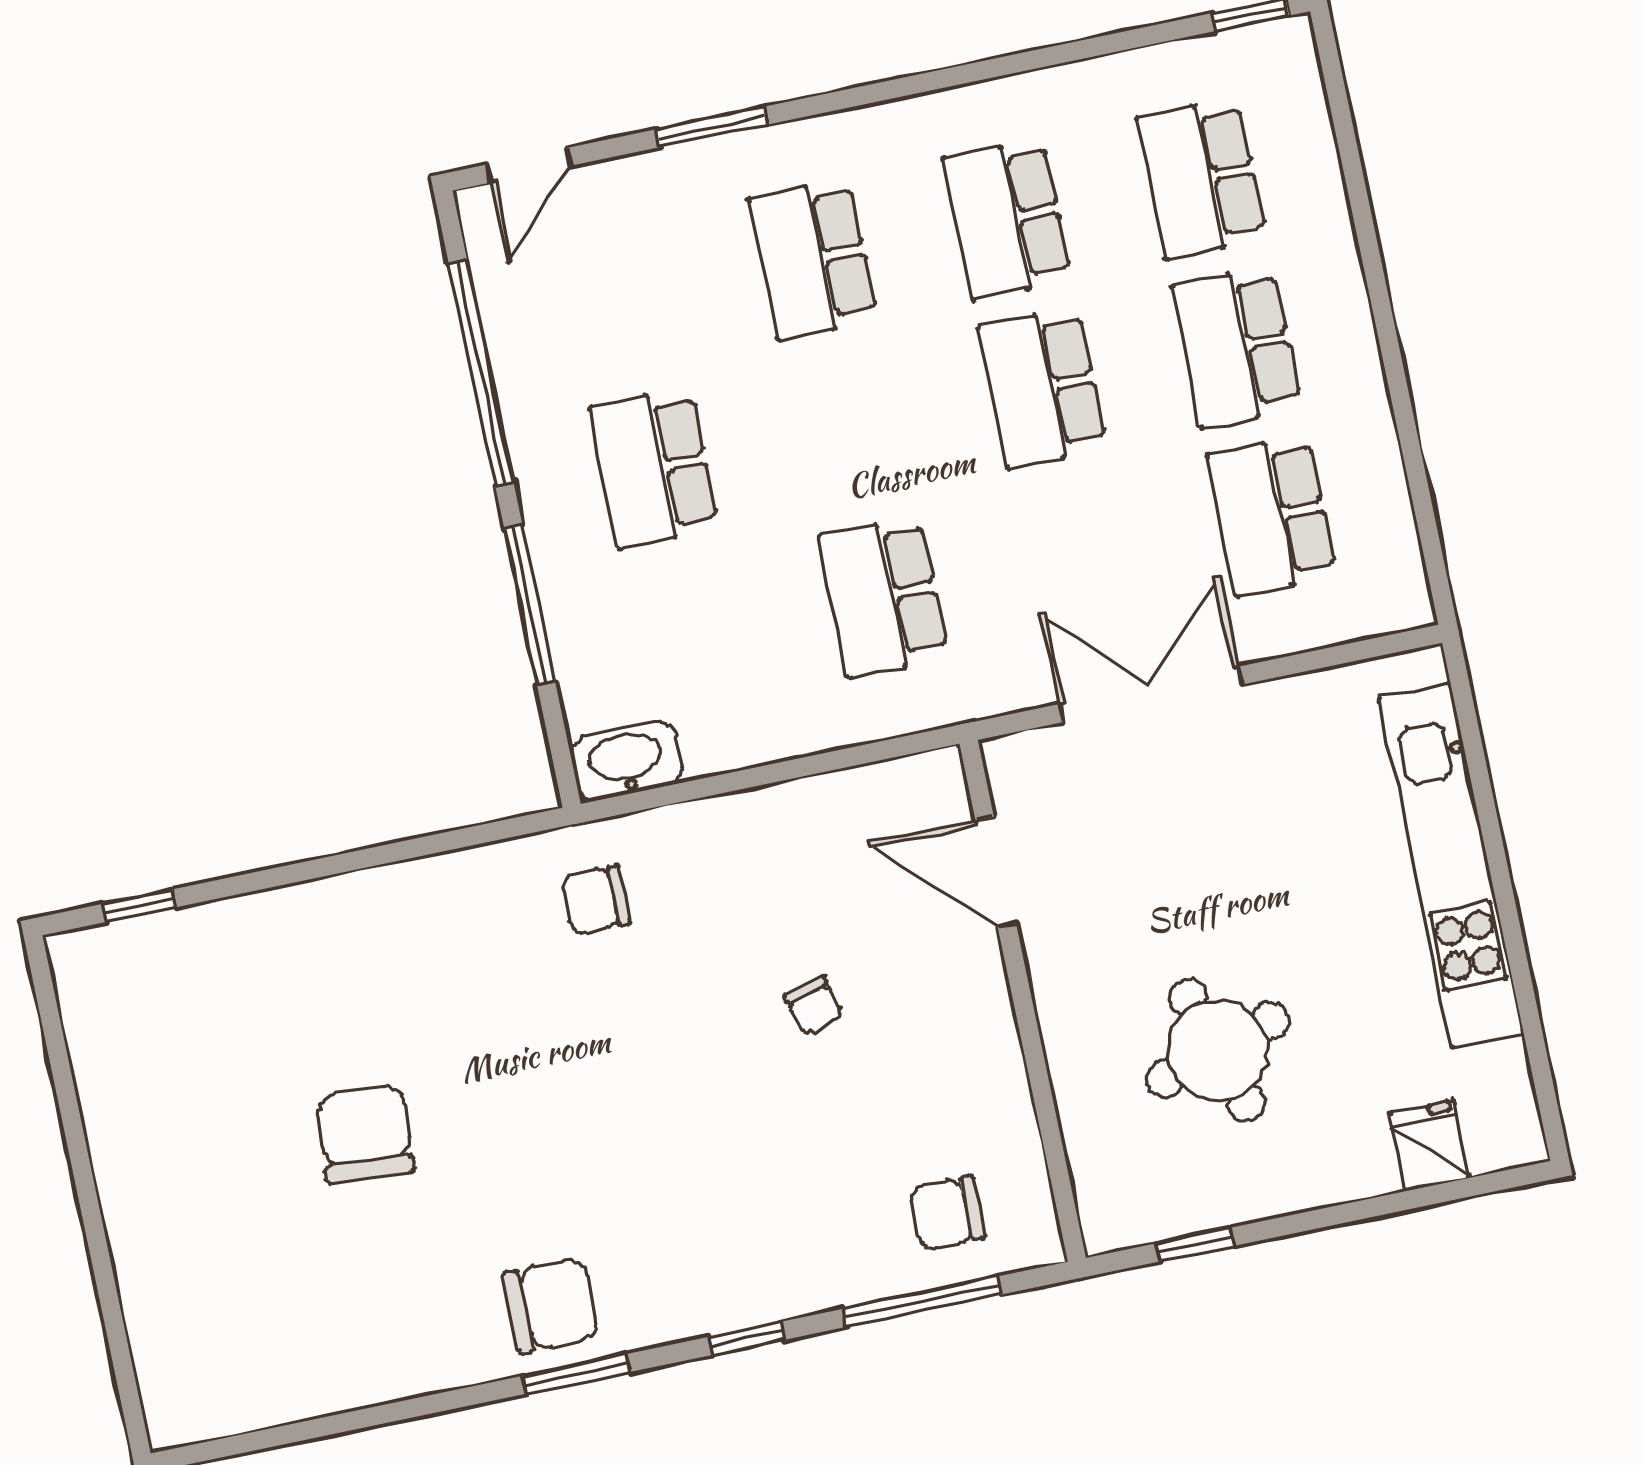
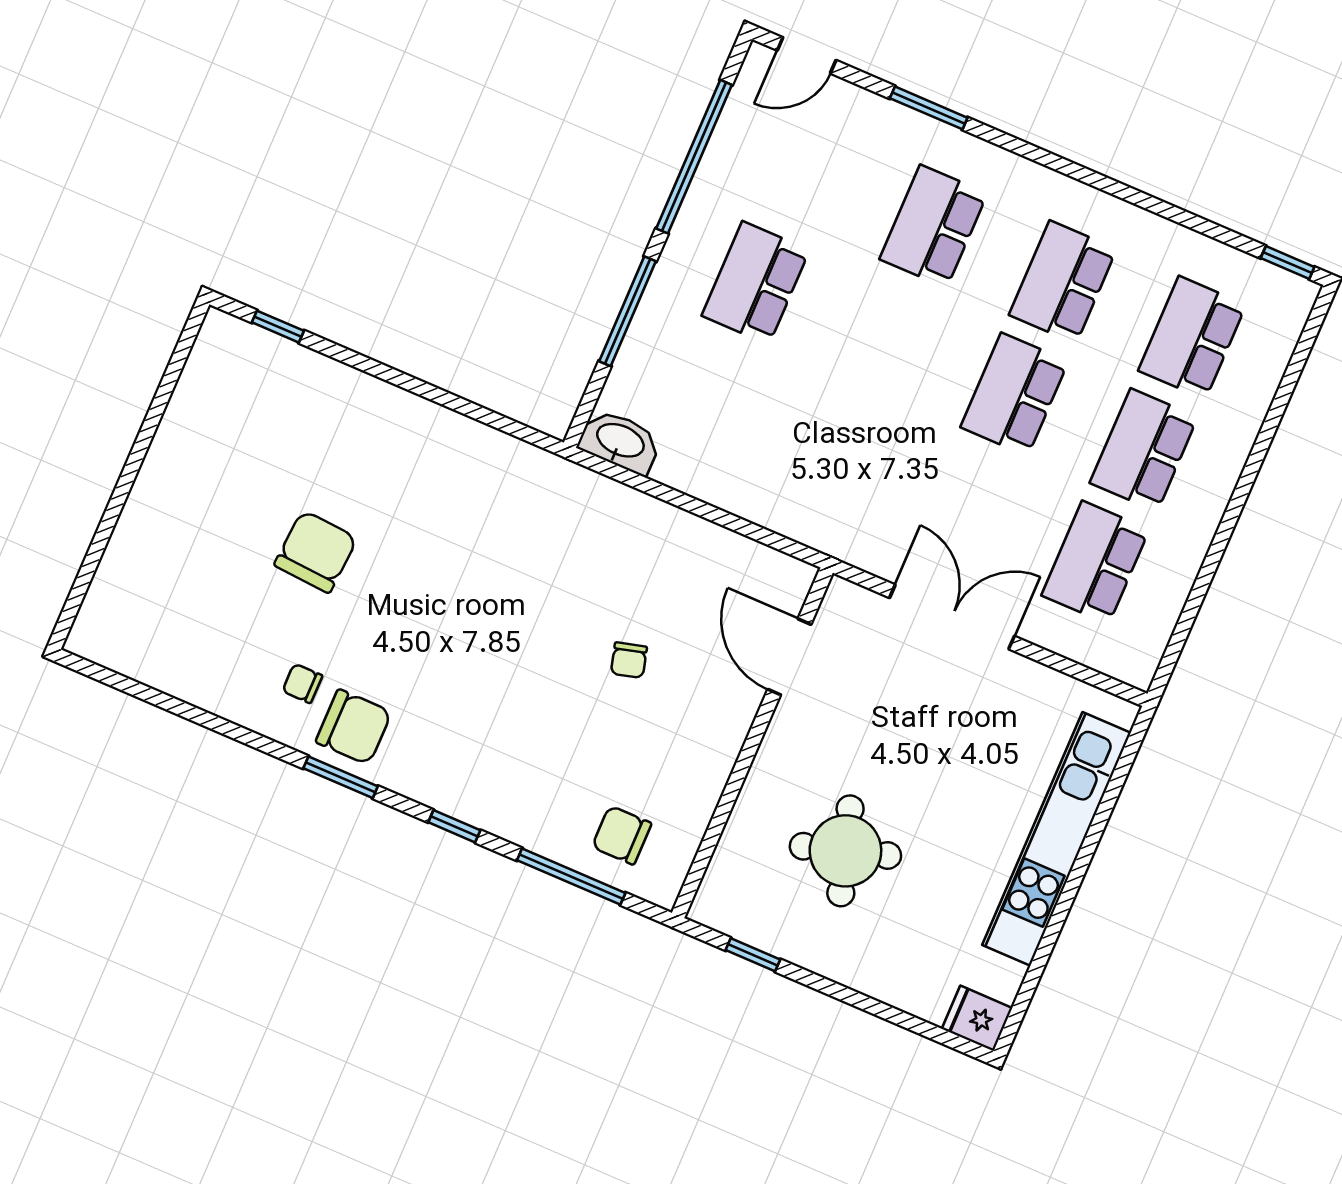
school desk: (884, 596) -> (837, 451), removed
chair: (596, 900) -> (302, 683), moved, width x0.73, depth x0.73
fridge: (1429, 1146) -> (977, 1018), moved, turned -90

